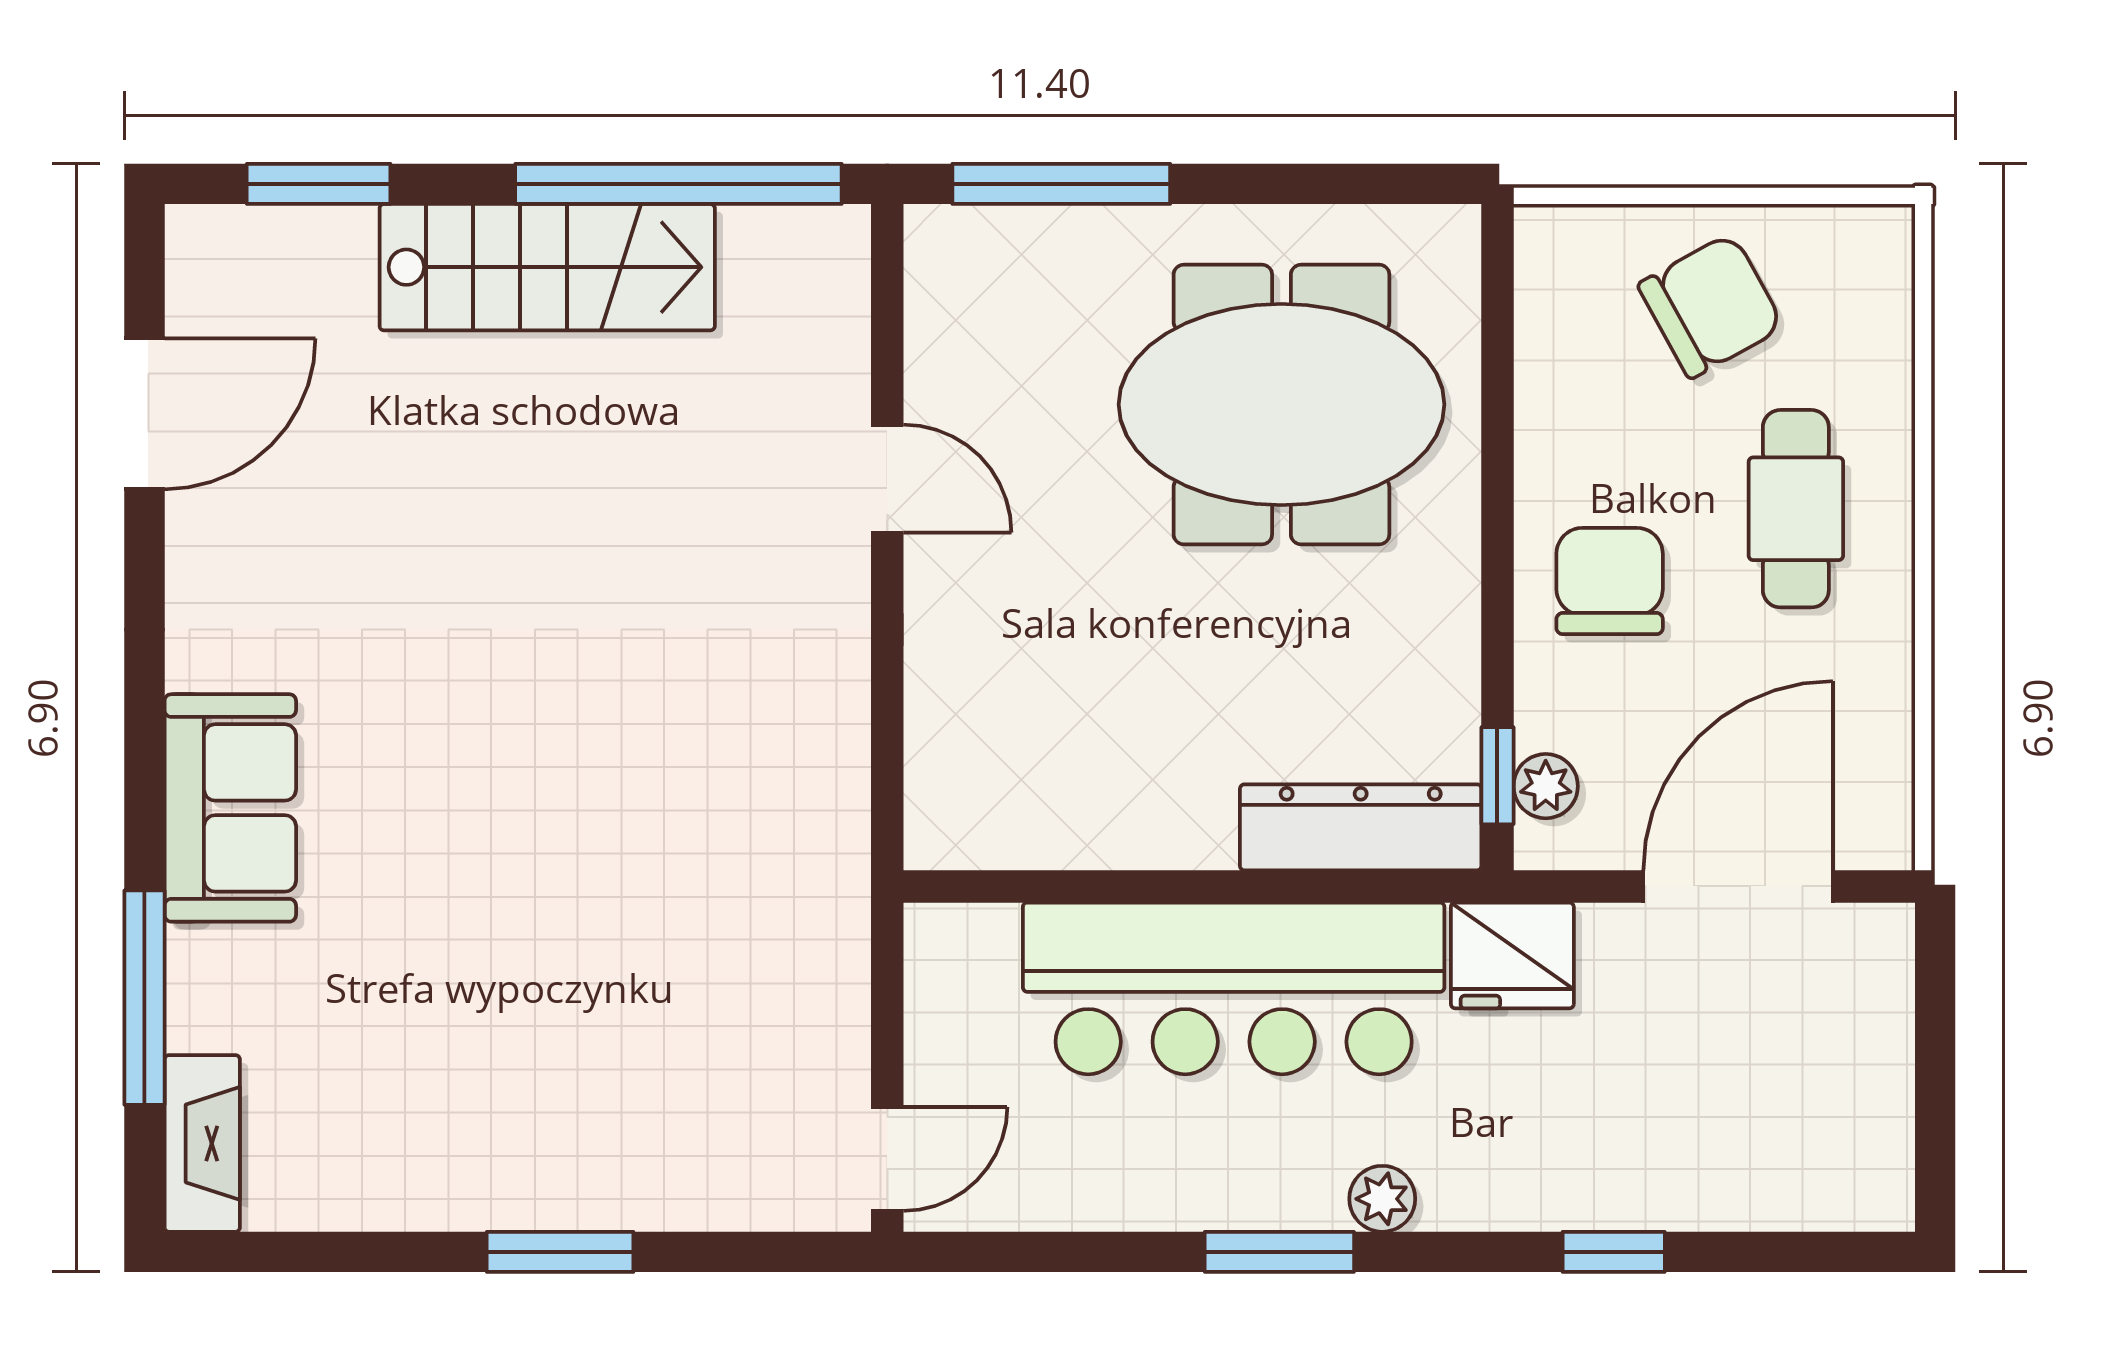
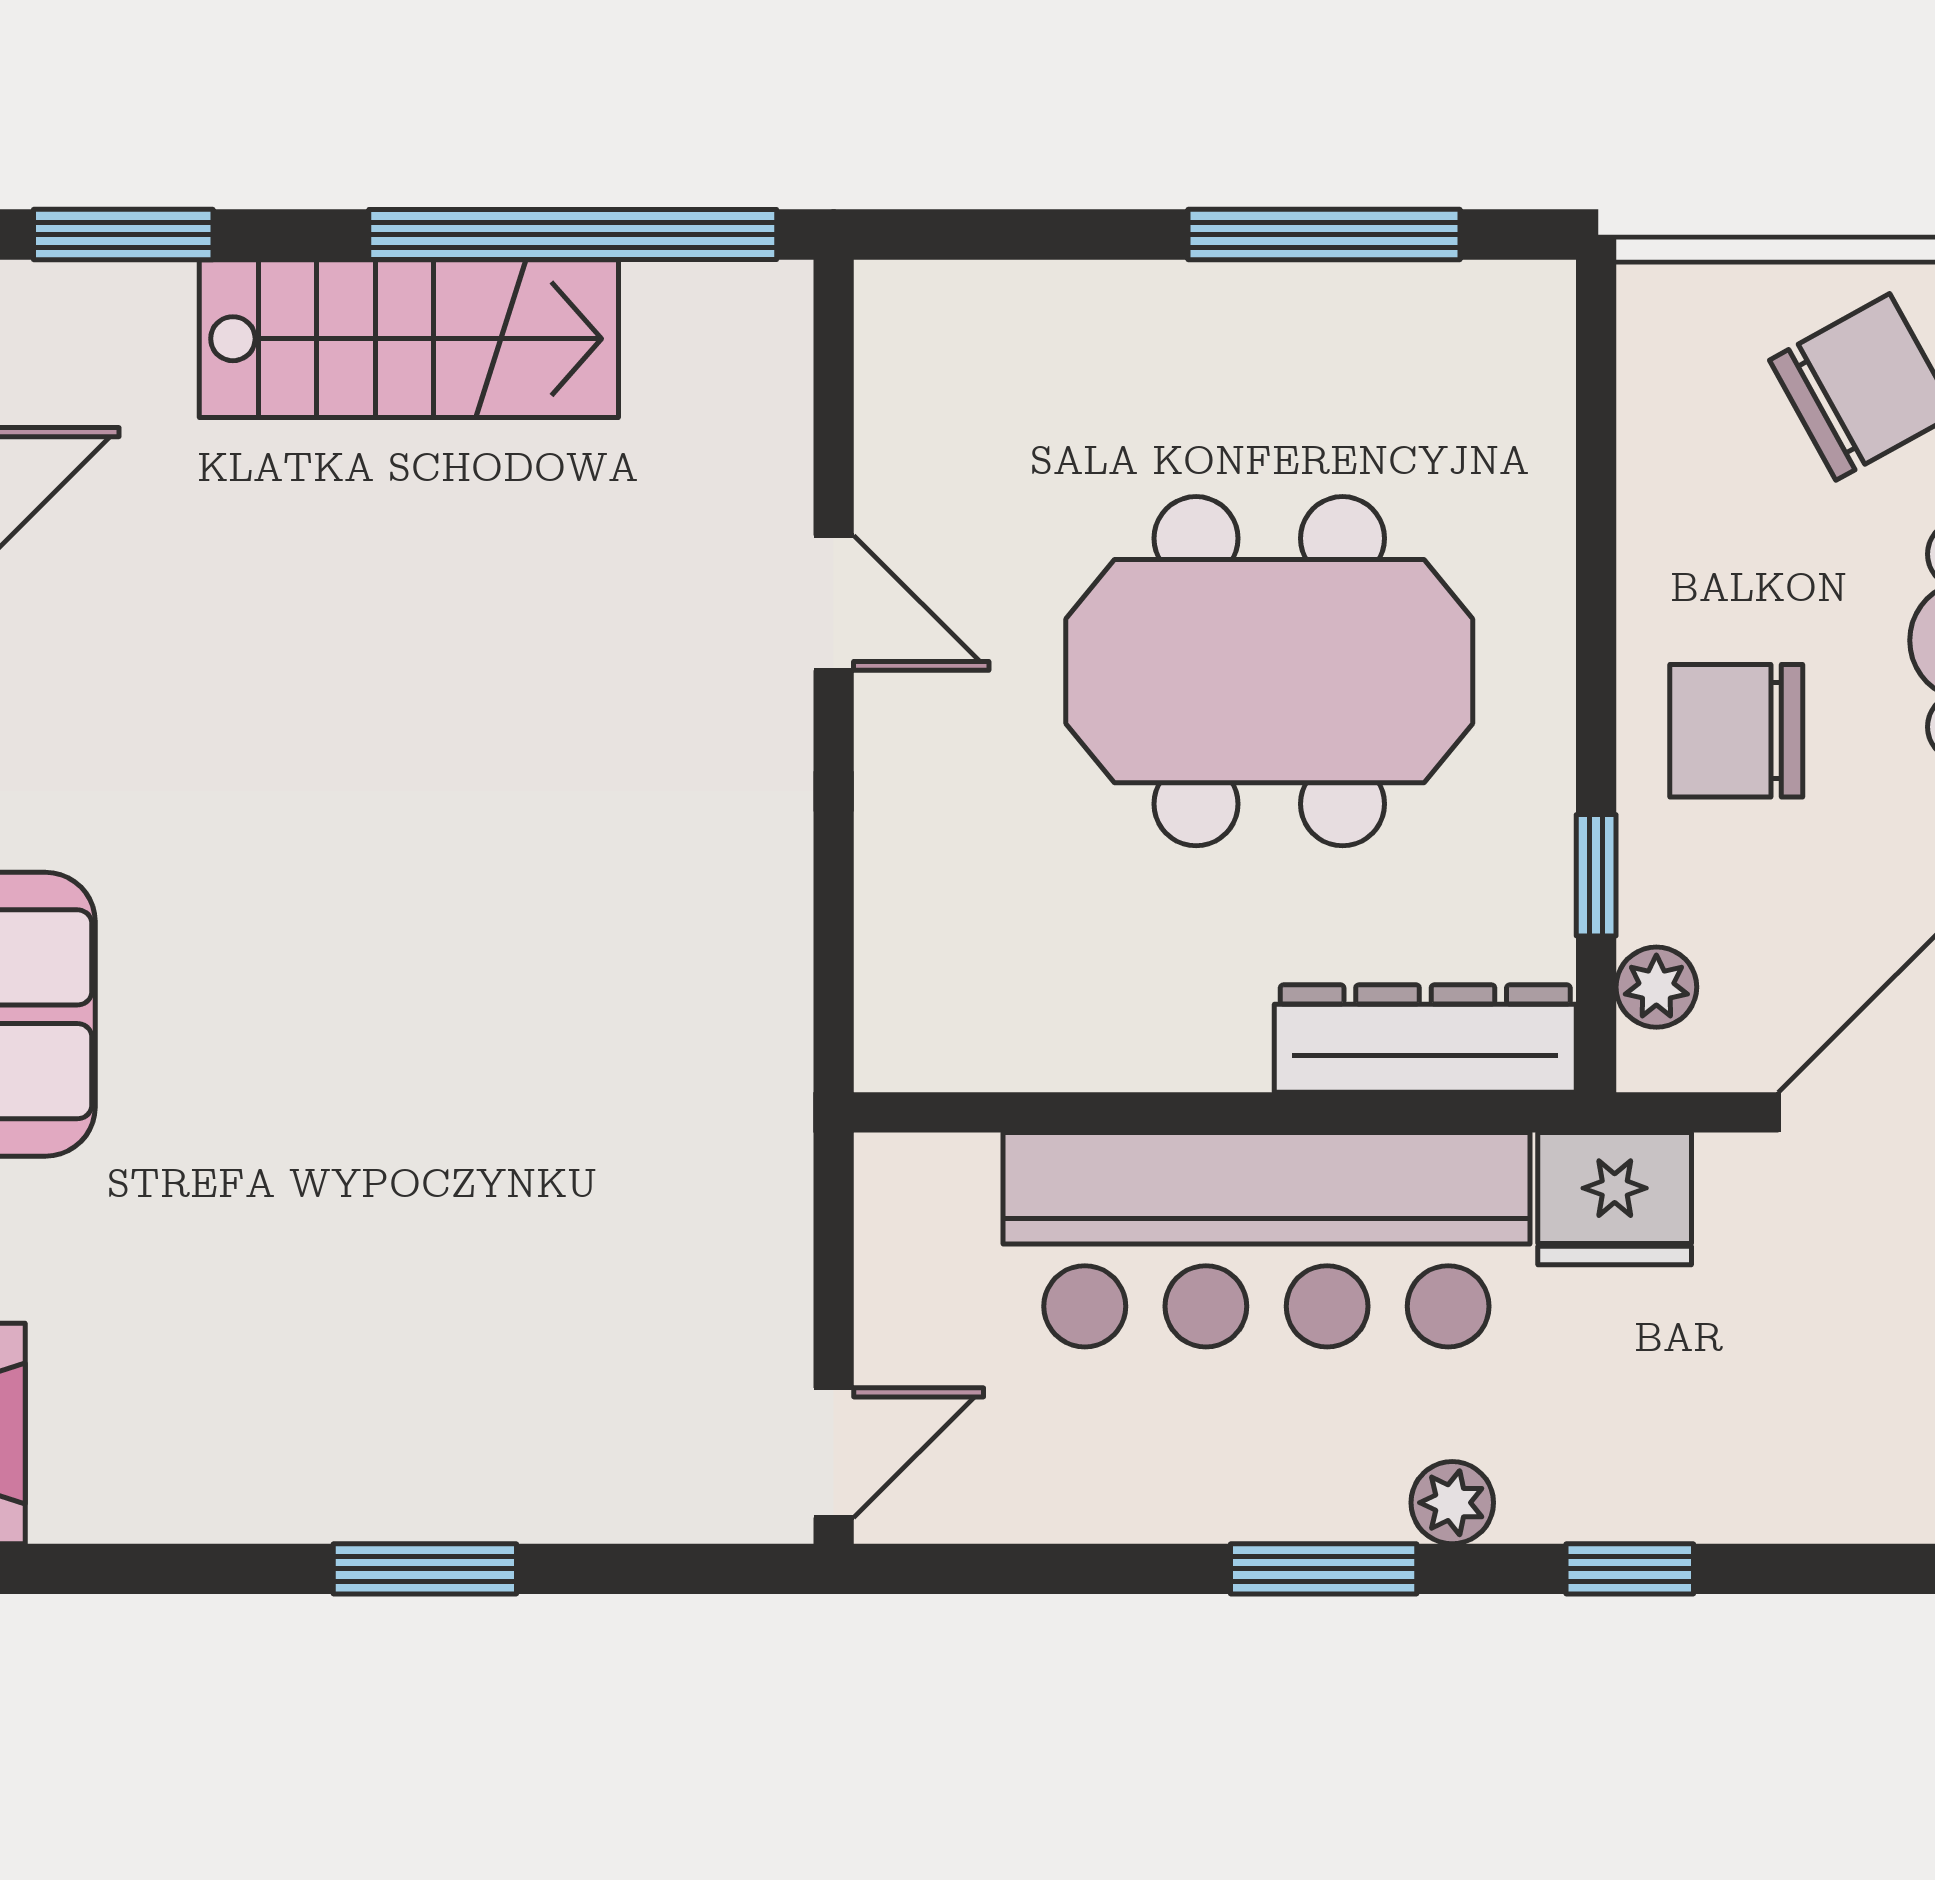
window: (1061, 184) -> (1324, 235), moved
meeting table: (1281, 404) -> (1269, 671), moved
chair: (1610, 581) -> (1736, 731), turned -90
window: (1497, 776) -> (1596, 875), moved
window: (1614, 1252) -> (1630, 1569), moved

